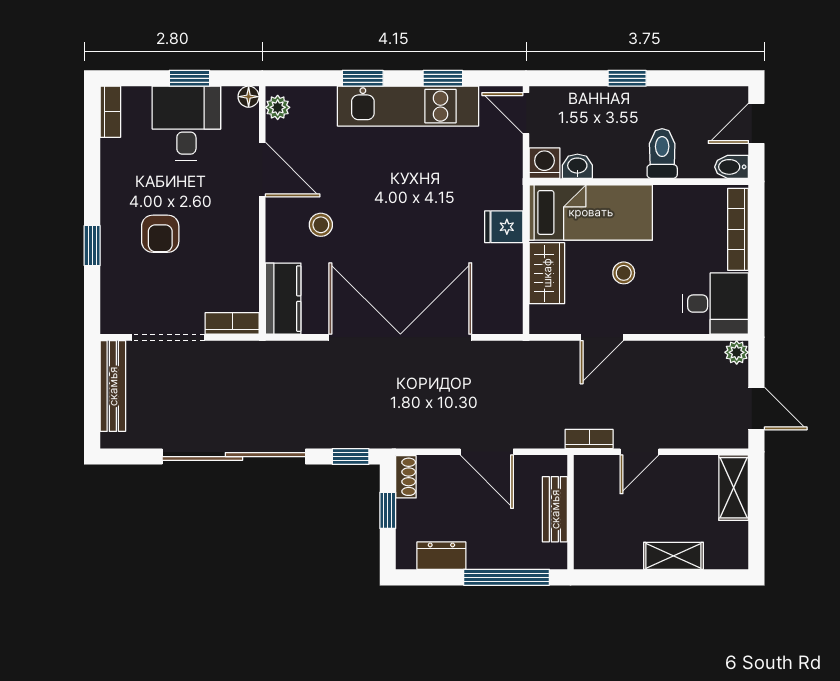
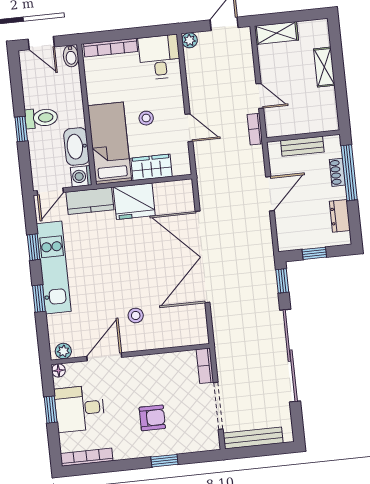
bookcase: (110, 112) -> (87, 457), width x1.56
toilet: (662, 154) -> (41, 118), moved, turned 180
washbasin: (577, 166) -> (76, 147), width x1.91, depth x1.45
fridge: (504, 227) -> (134, 201), width x1.88, depth x1.34
kitchen counter: (283, 299) -> (90, 201), moved, turned 180
shoe rack: (406, 477) -> (337, 172), moved, turned -90

